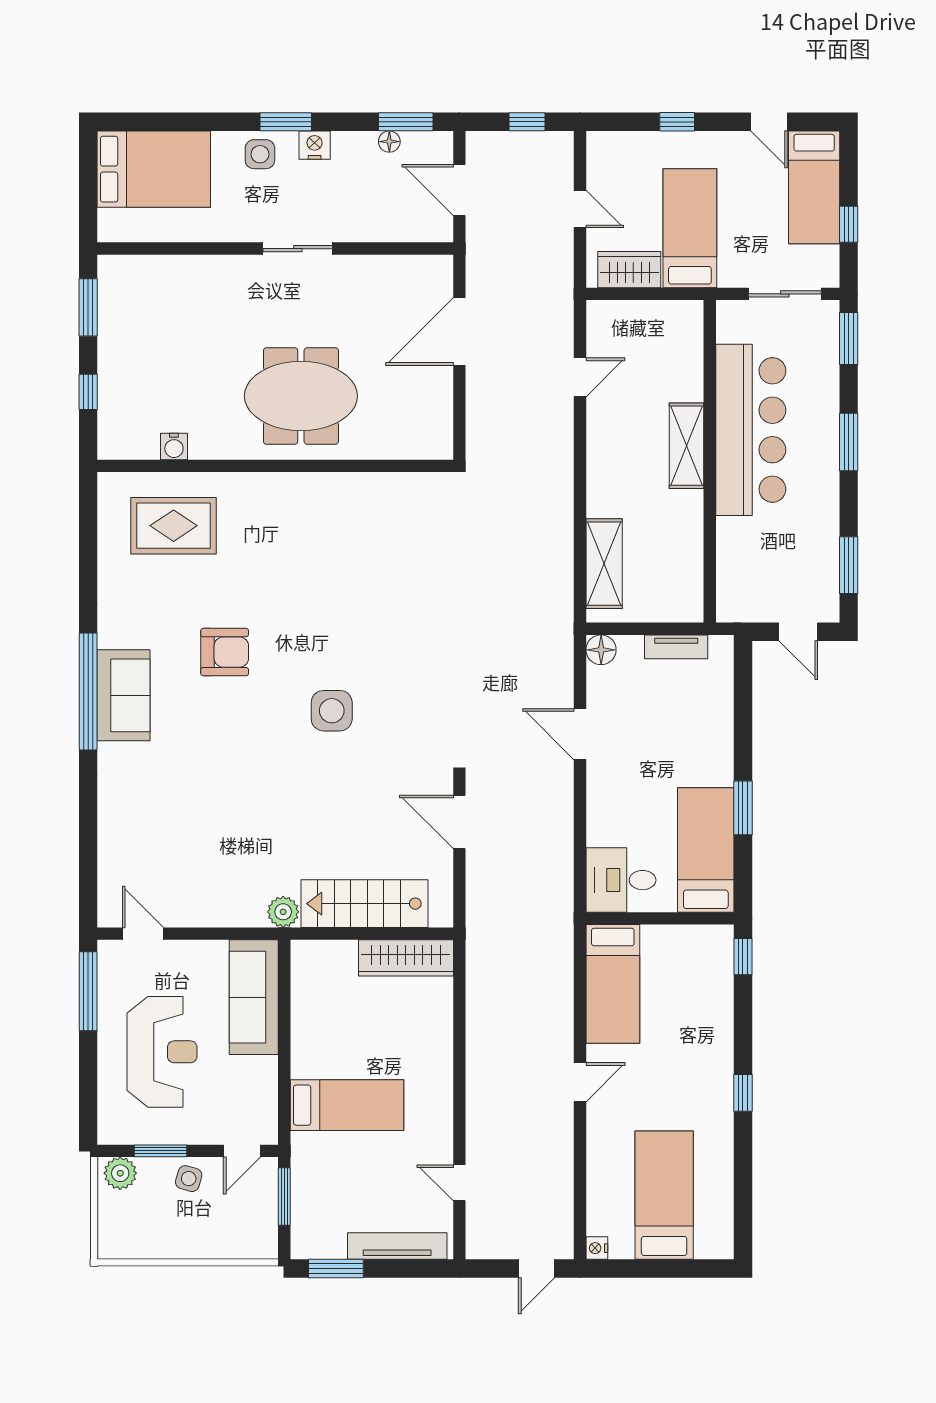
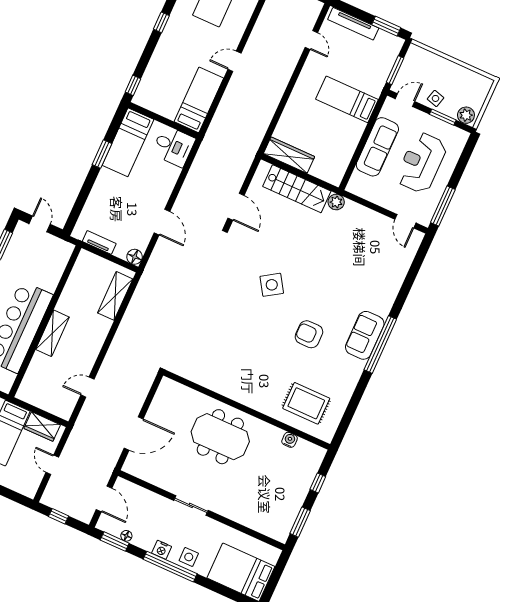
window: (286, 122) -> (170, 567), width x2.11
side table: (332, 711) -> (272, 285), turned -33
sofa: (254, 997) -> (377, 147), moved

